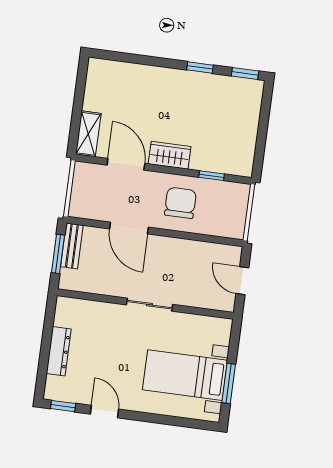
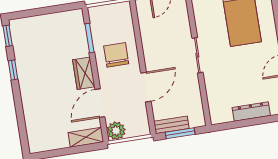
plant: (85, 174) -> (116, 131), added
window: (212, 176) -> (90, 38), width x1.50
chair: (180, 203) -> (116, 55), turned 90

